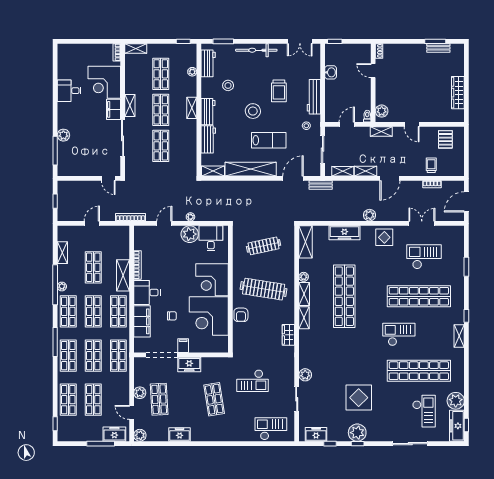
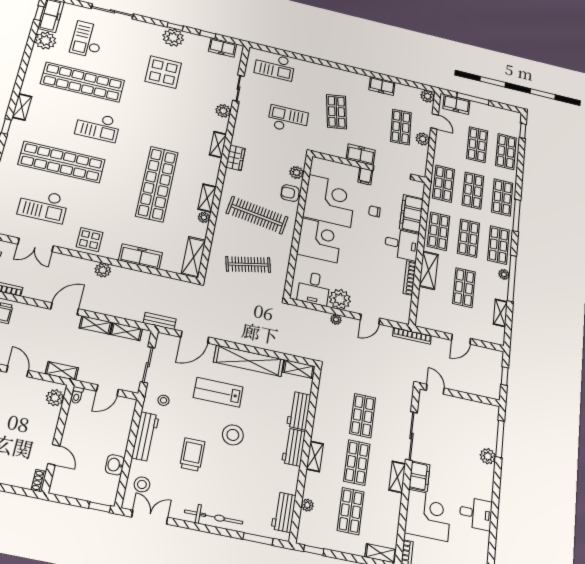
stool: (228, 85) -> (142, 484), moved
armchair: (241, 315) -> (290, 193), turned -91
shelving: (304, 318) -> (218, 145), moved
plant: (238, 334) -> (297, 173), added

